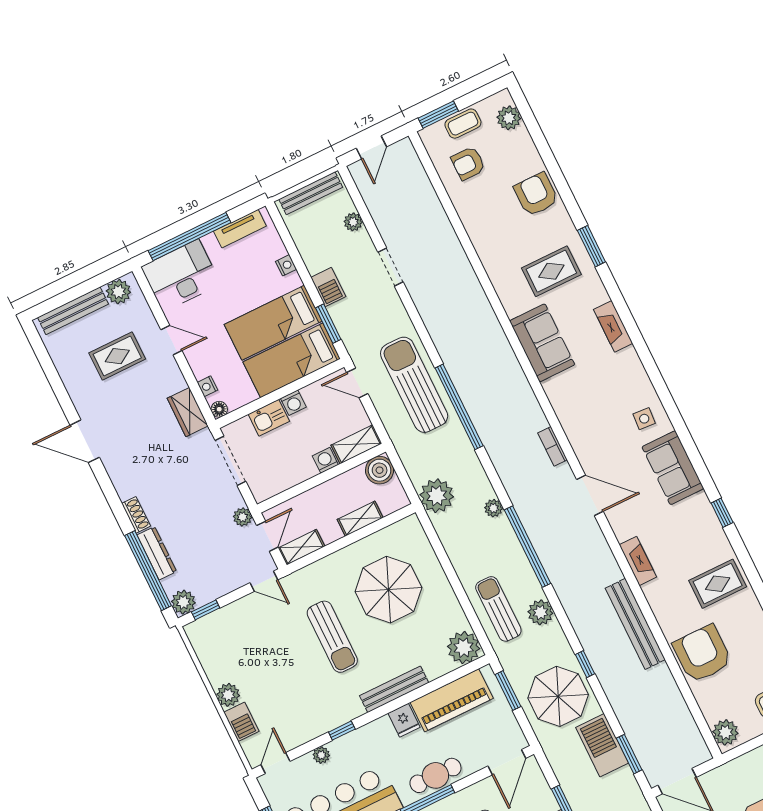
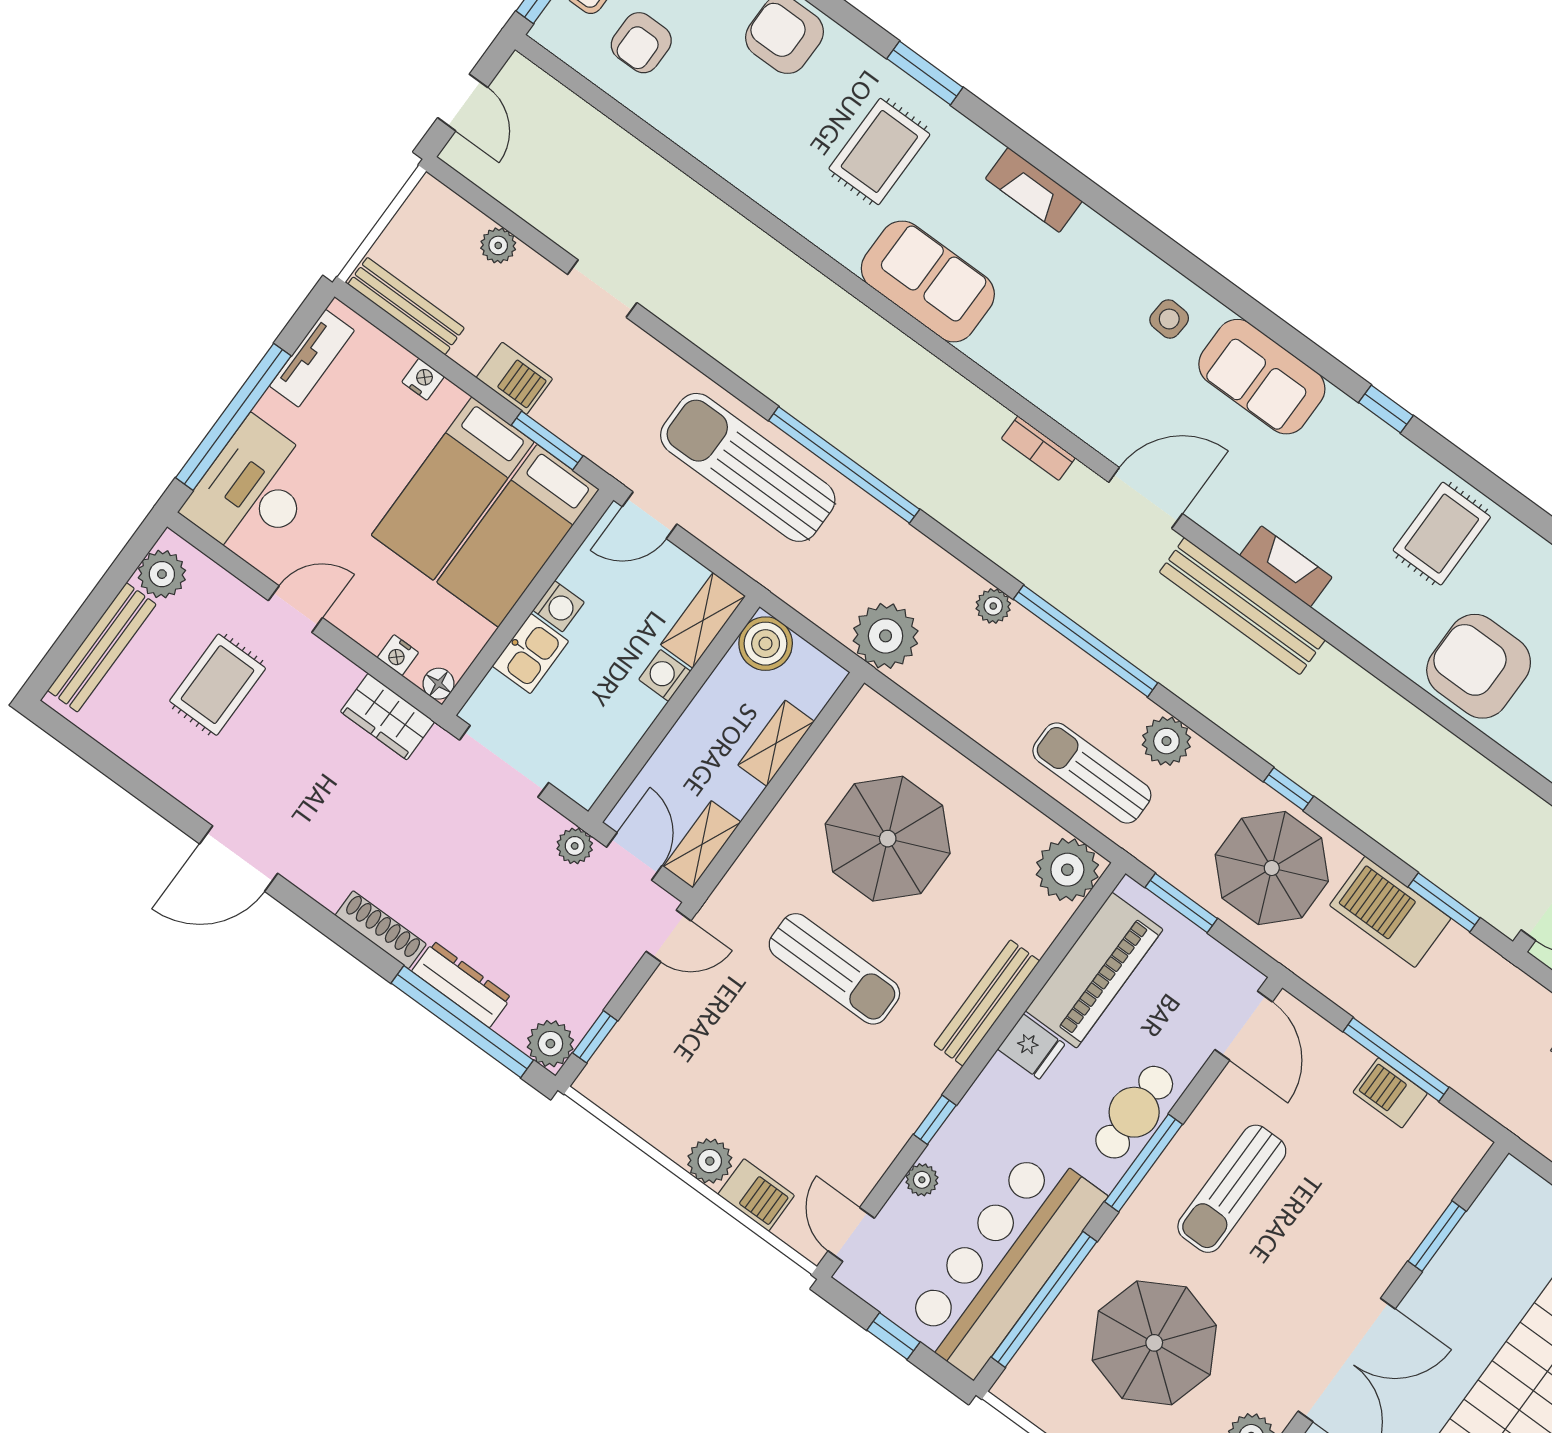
bench: (311, 193) -> (406, 306), moved, turned 90
shoe rack: (136, 515) -> (381, 930), width x1.43
bench: (635, 624) -> (1242, 606), moved

